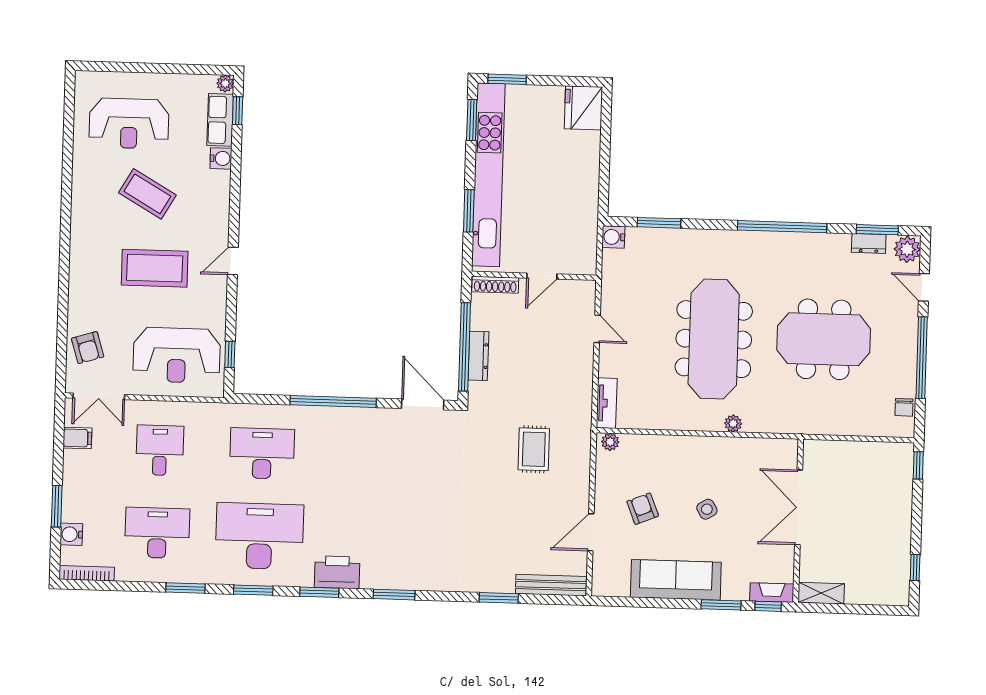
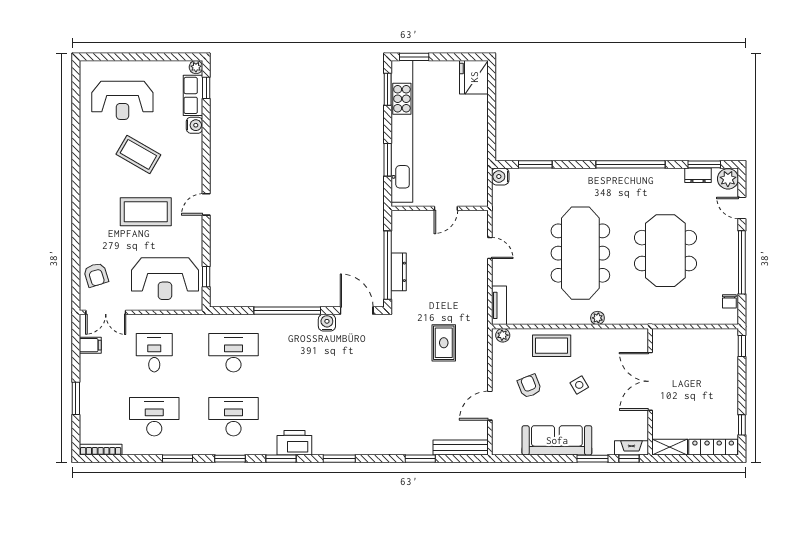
shoe rack: (495, 285) -> (410, 216), removed
meeting table: (824, 339) -> (665, 251), turned 90
coffee table: (673, 457) -> (552, 346), added
water cooler: (71, 534) -> (327, 323), moved, turned 90
desk: (259, 536) -> (233, 417), width x0.73, depth x0.77
locker: (877, 595) -> (713, 447), added

